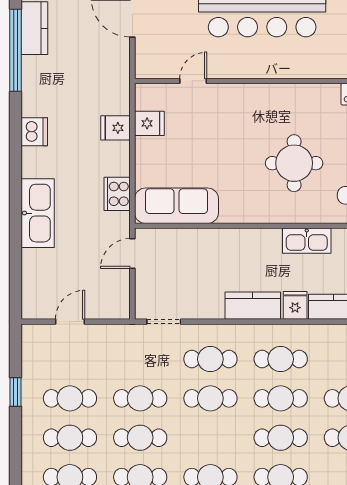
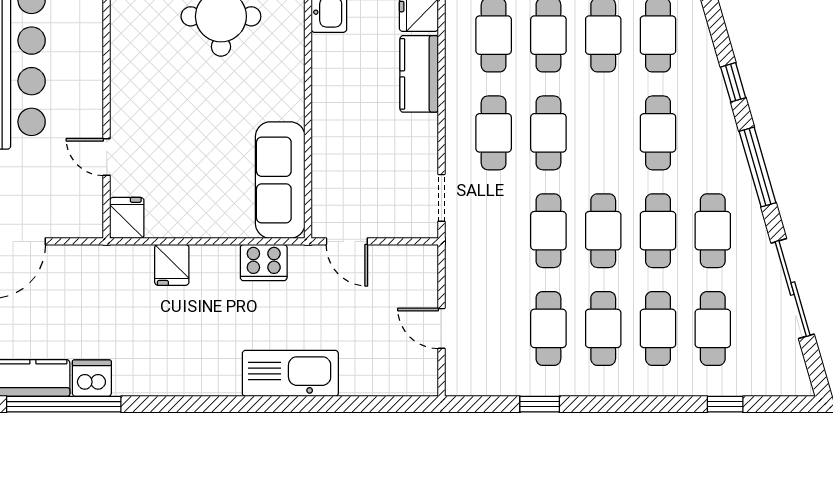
fridge: (149, 123) -> (127, 218), moved
dishwasher: (34, 132) -> (92, 378), moved

